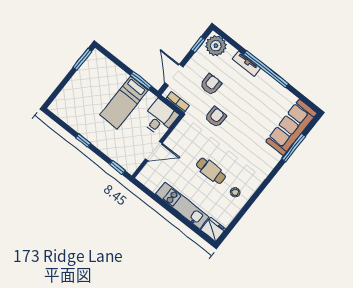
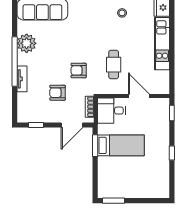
plant: (216, 46) -> (27, 43), moved
cafe table: (211, 171) -> (114, 65), moved

